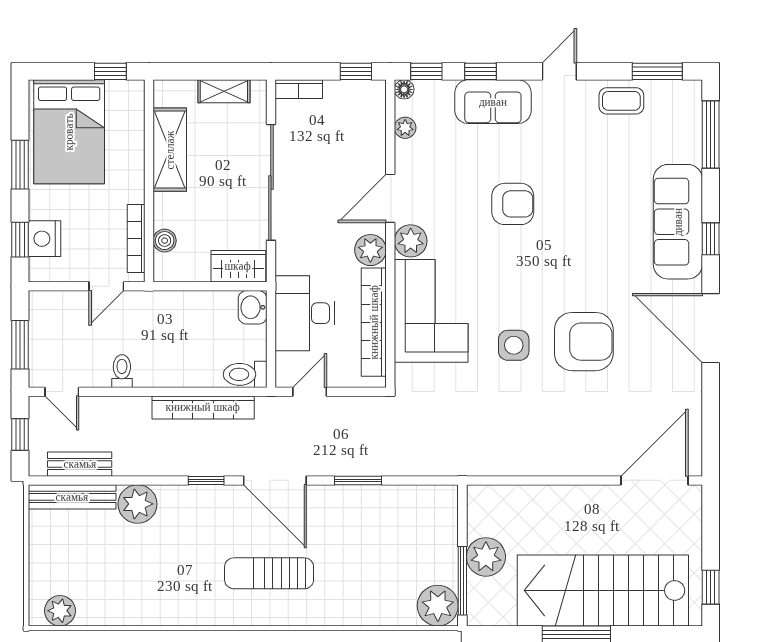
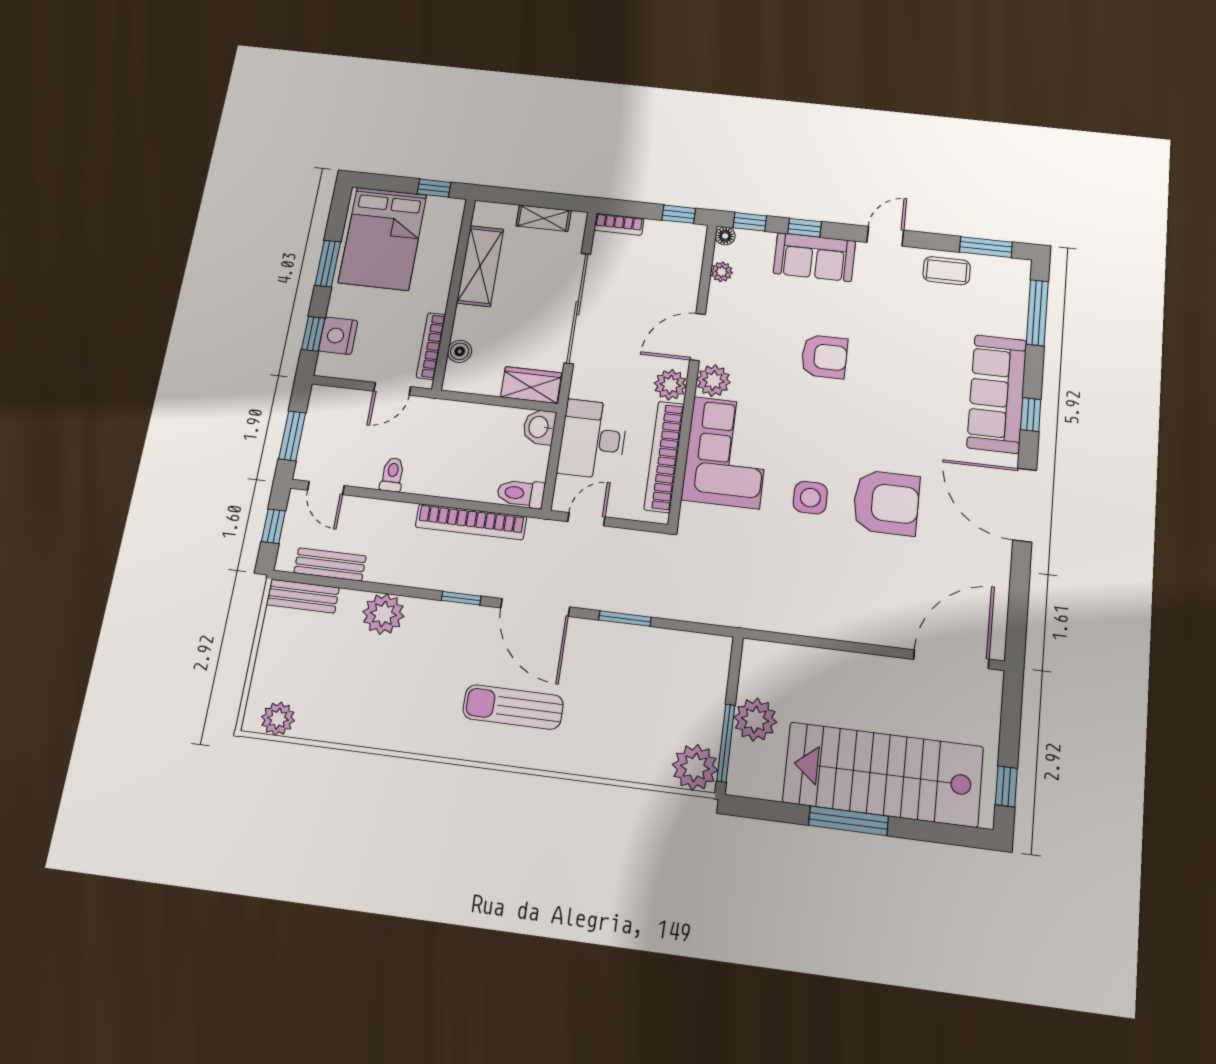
bench: (72, 497) -> (303, 596), width x0.73

